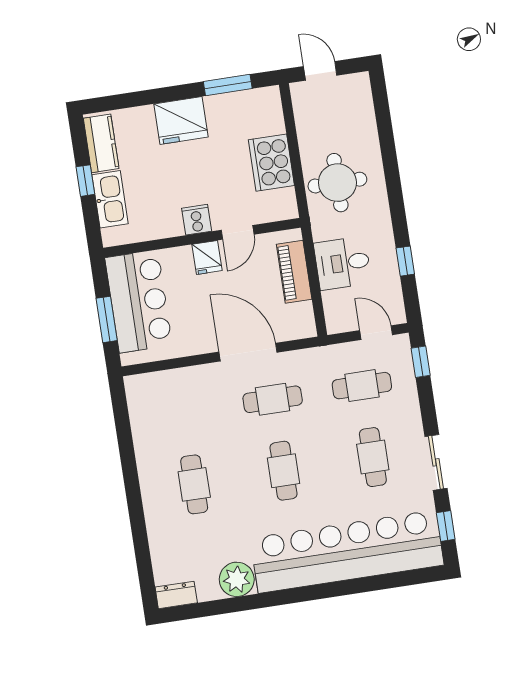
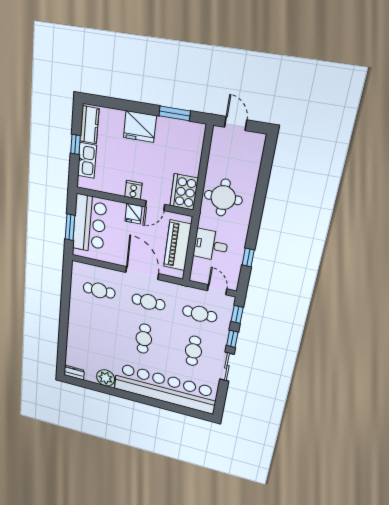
cooker: (271, 163) -> (184, 192), moved
piano: (294, 272) -> (177, 245), width x1.37, depth x1.33
cafe table: (194, 484) -> (99, 290), moved, turned 90
window: (446, 526) -> (232, 339), moved

